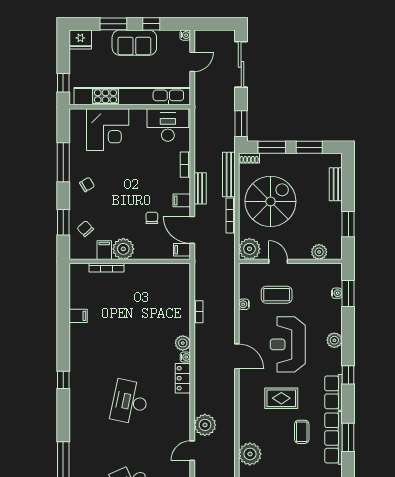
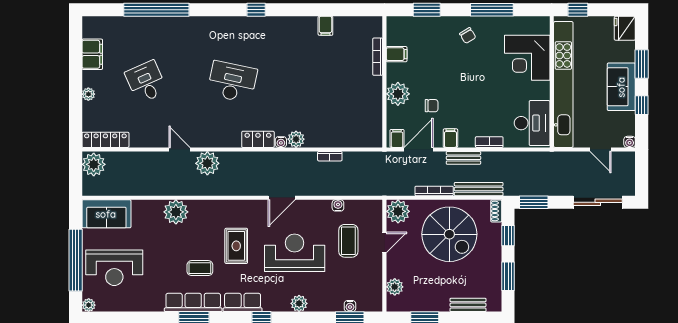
window: (272, 147) -> (508, 236), width x0.67
chair: (85, 229) -> (420, 34), removed
plant: (123, 249) -> (398, 94), moved

